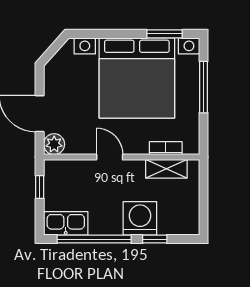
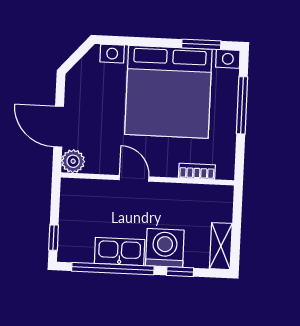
shelving: (166, 169) -> (221, 246), moved, turned 90
window: (40, 187) -> (54, 238), moved
kitchen sink: (66, 223) -> (120, 251), moved

